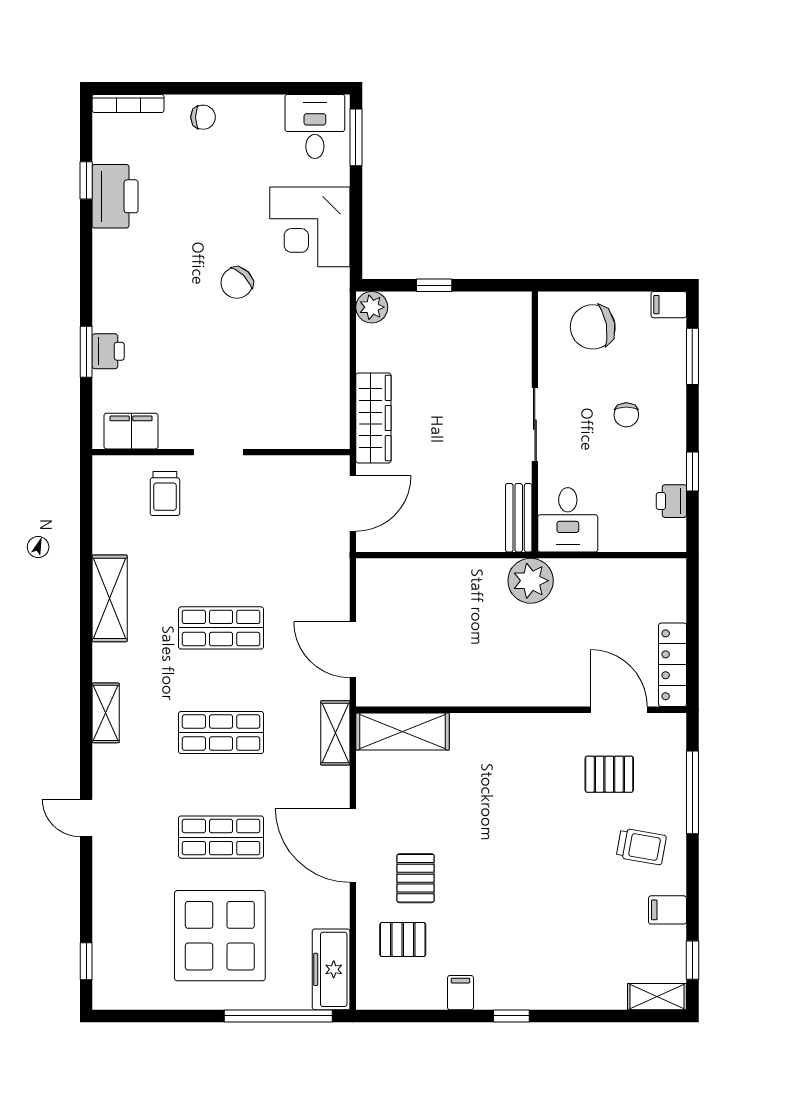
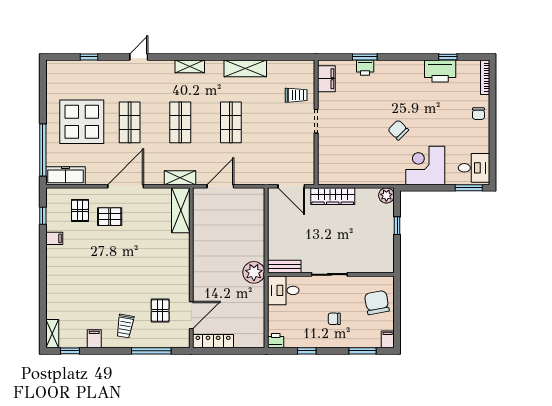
trolley: (165, 494) -> (296, 95), turned 180
printer: (671, 501) -> (276, 341), moved
window: (86, 961) -> (89, 57), moved
window: (511, 1016) -> (43, 216), moved

